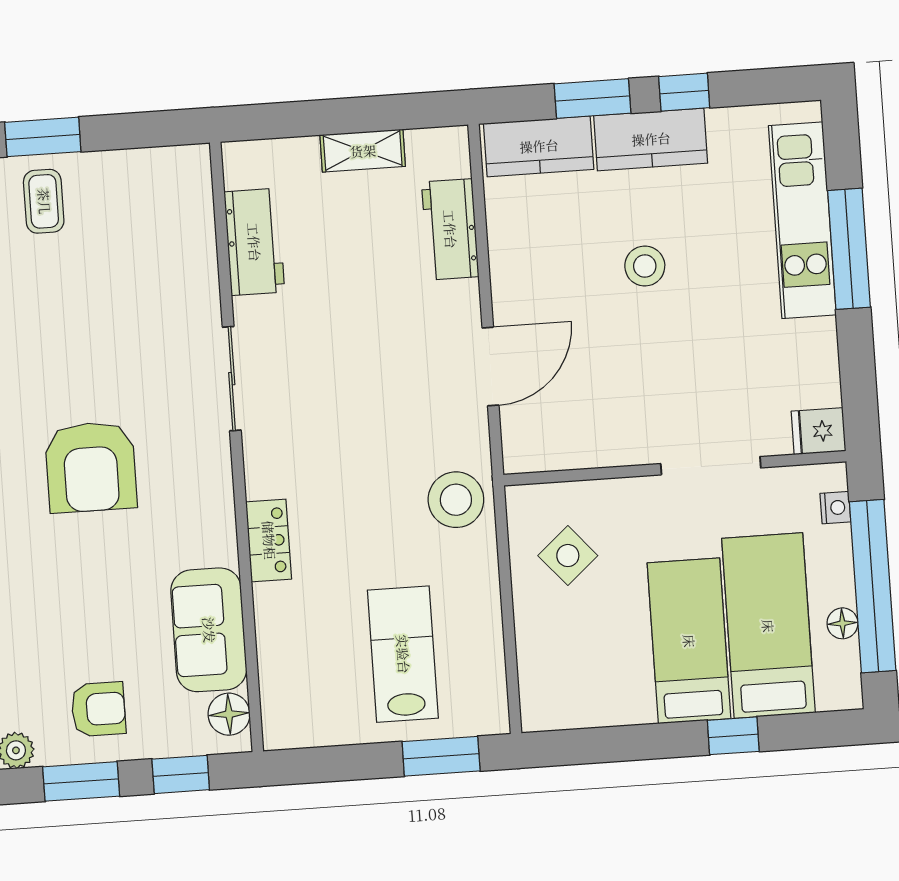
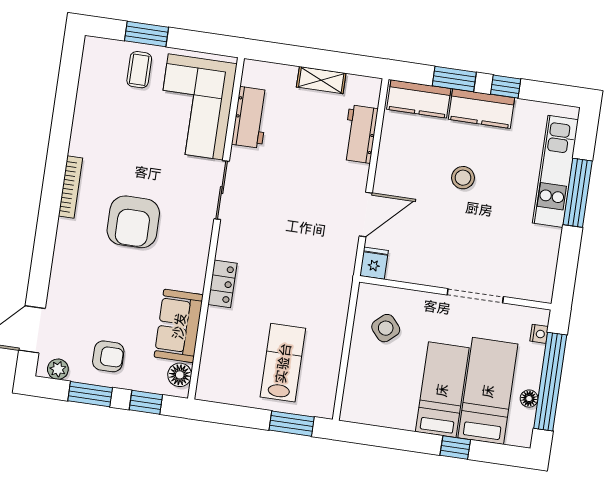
corner sofa: (155, 244) -> (196, 107), added
fridge: (818, 431) -> (374, 263), moved, turned 90
stool: (456, 500) -> (331, 284), removed

